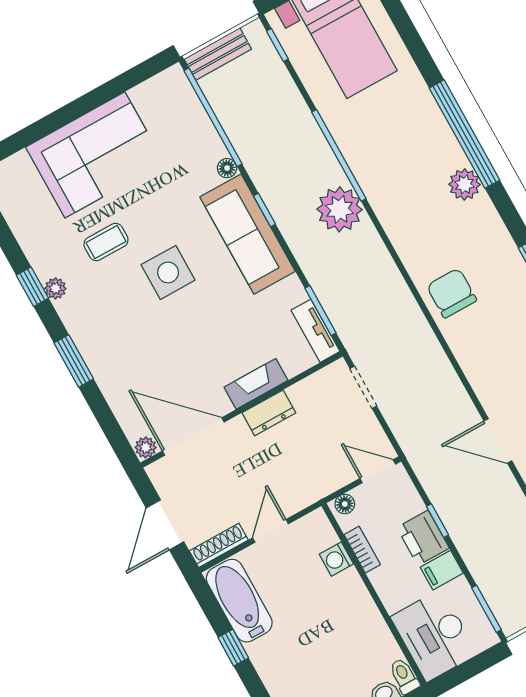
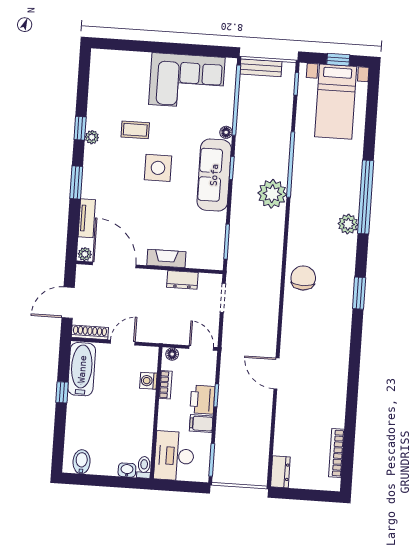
corner sofa: (95, 155) -> (187, 81), moved
tv unit: (315, 331) -> (87, 218), moved, turned 180
dresser: (269, 413) -> (182, 280), moved

